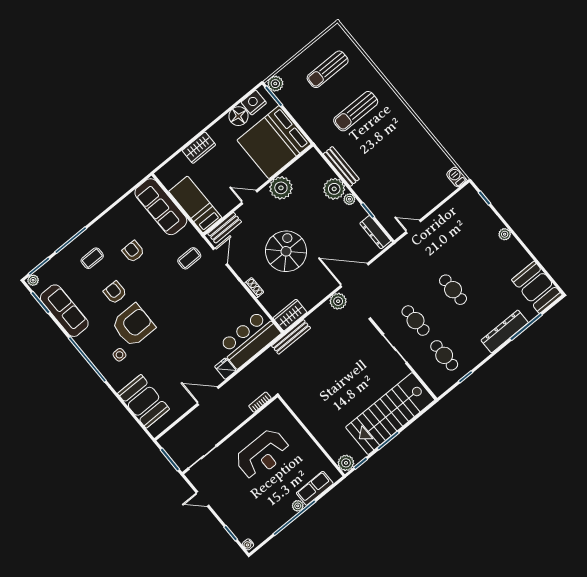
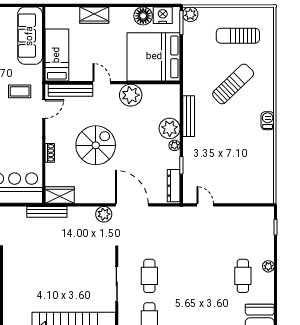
sun lounger: (356, 111) -> (233, 84), turned 136
barbecue: (456, 177) -> (268, 121), moved
bench: (225, 228) -> (70, 90), width x1.36
cafe table: (453, 290) -> (243, 276), moved

